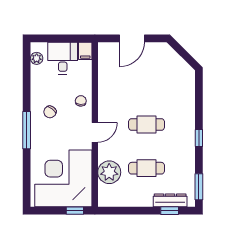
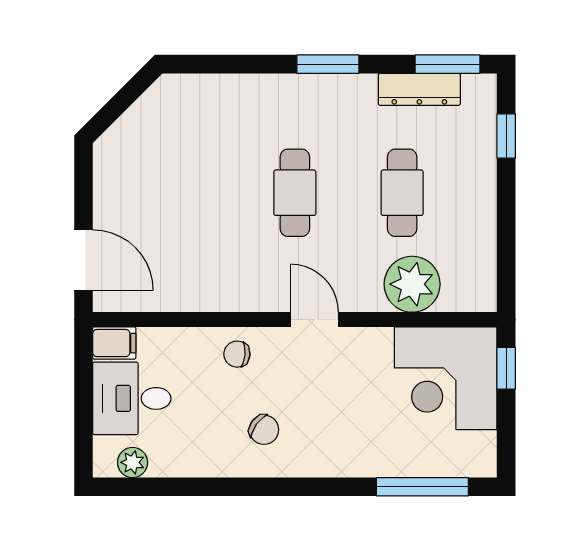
door: (132, 38) -> (84, 260), moved
window: (27, 130) -> (422, 487), moved
window: (199, 138) -> (328, 64), width x1.50
corner desk: (63, 178) -> (446, 378), width x0.74, depth x0.74
dresser: (170, 200) -> (419, 89), moved, turned -90

